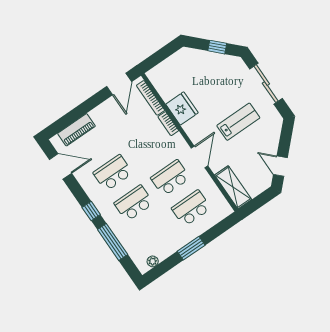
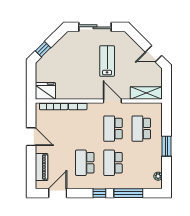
window: (217, 47) -> (43, 49), moved
door: (119, 84) -> (31, 137), moved
fridge: (182, 108) -> (45, 91), moved

